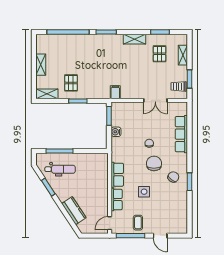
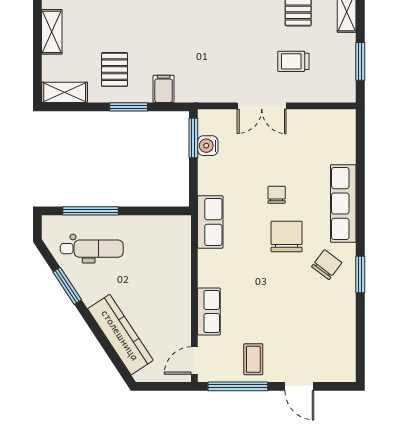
trolley: (179, 86) -> (293, 61), moved
filing cabinet: (115, 92) -> (164, 89), moved
double door: (155, 100) -> (262, 106), moved
water cooler: (116, 132) -> (208, 146), moved
row of seats: (181, 134) -> (343, 203), moved
row of seats: (117, 175) -> (210, 222), moved
side table: (144, 192) -> (266, 295), removed
kitchen counter: (74, 211) -> (120, 335), width x1.50

